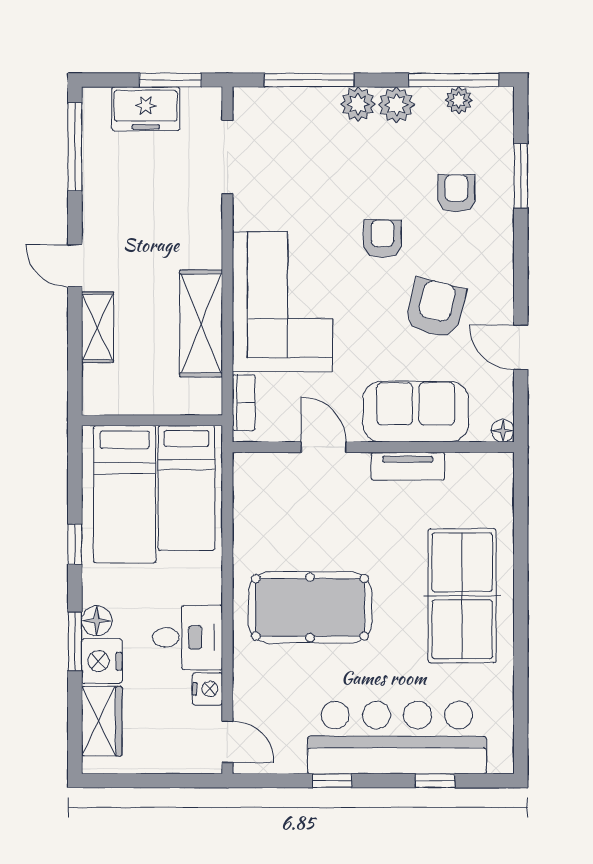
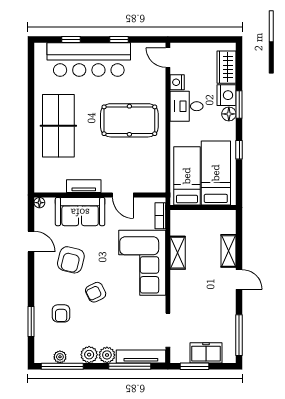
tv unit: (285, 101) -> (141, 356), added
armchair: (382, 239) -> (96, 292), turned 64
shelving: (201, 323) -> (178, 253), width x0.67, depth x0.75

